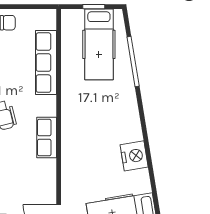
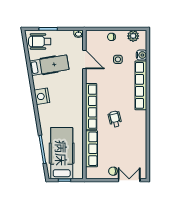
hospital bed: (99, 44) -> (62, 153), width x1.37, depth x1.29
row of seats: (47, 137) -> (91, 107), width x2.02

